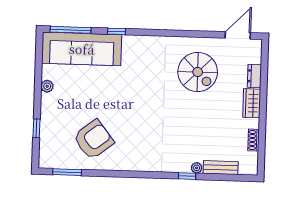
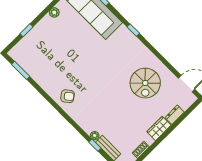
window: (117, 31) -> (133, 30), moved
armchair: (93, 139) -> (68, 96), moved, width x0.53, depth x0.53
window: (187, 176) -> (95, 145), moved

